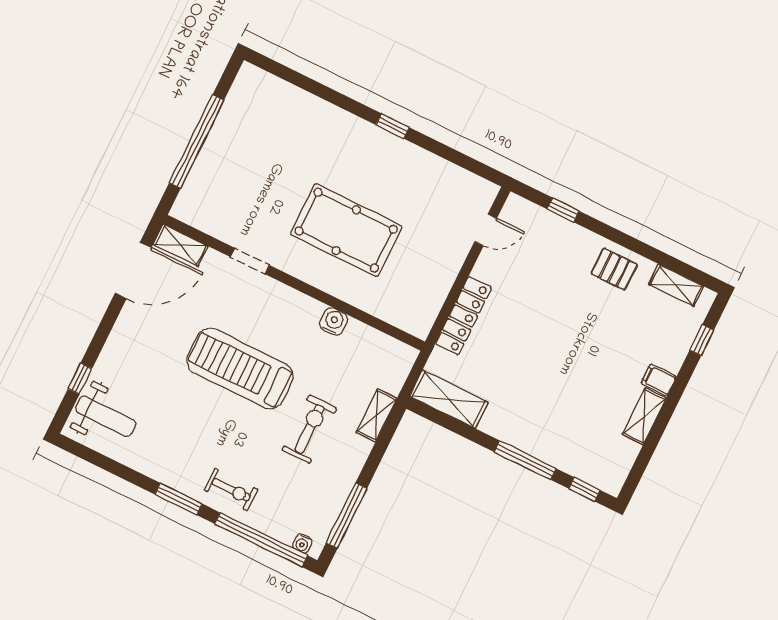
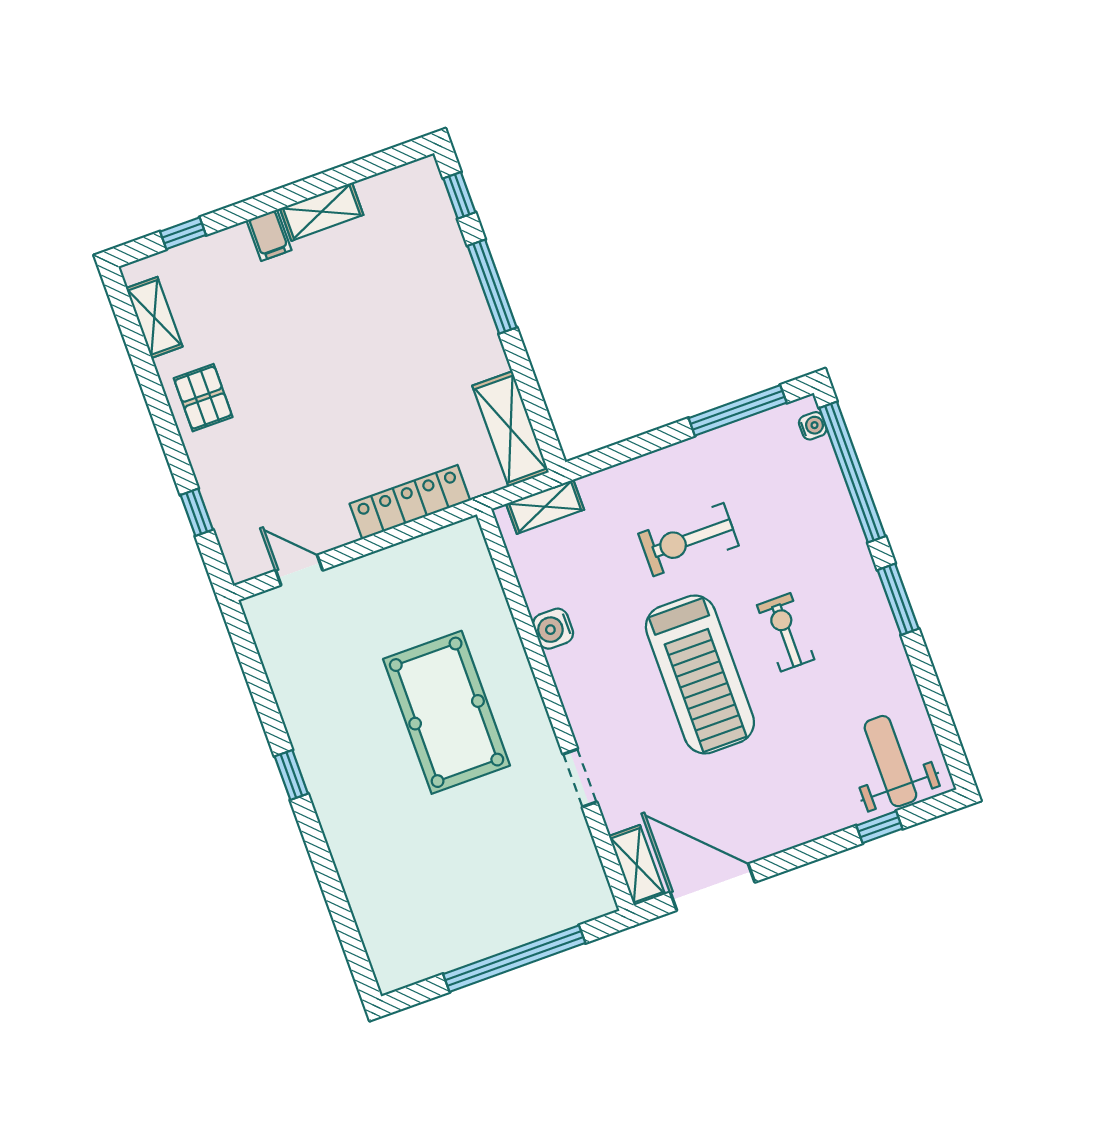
shelving: (377, 415) -> (545, 507), moved
exercise bike: (231, 490) -> (786, 632), moved

